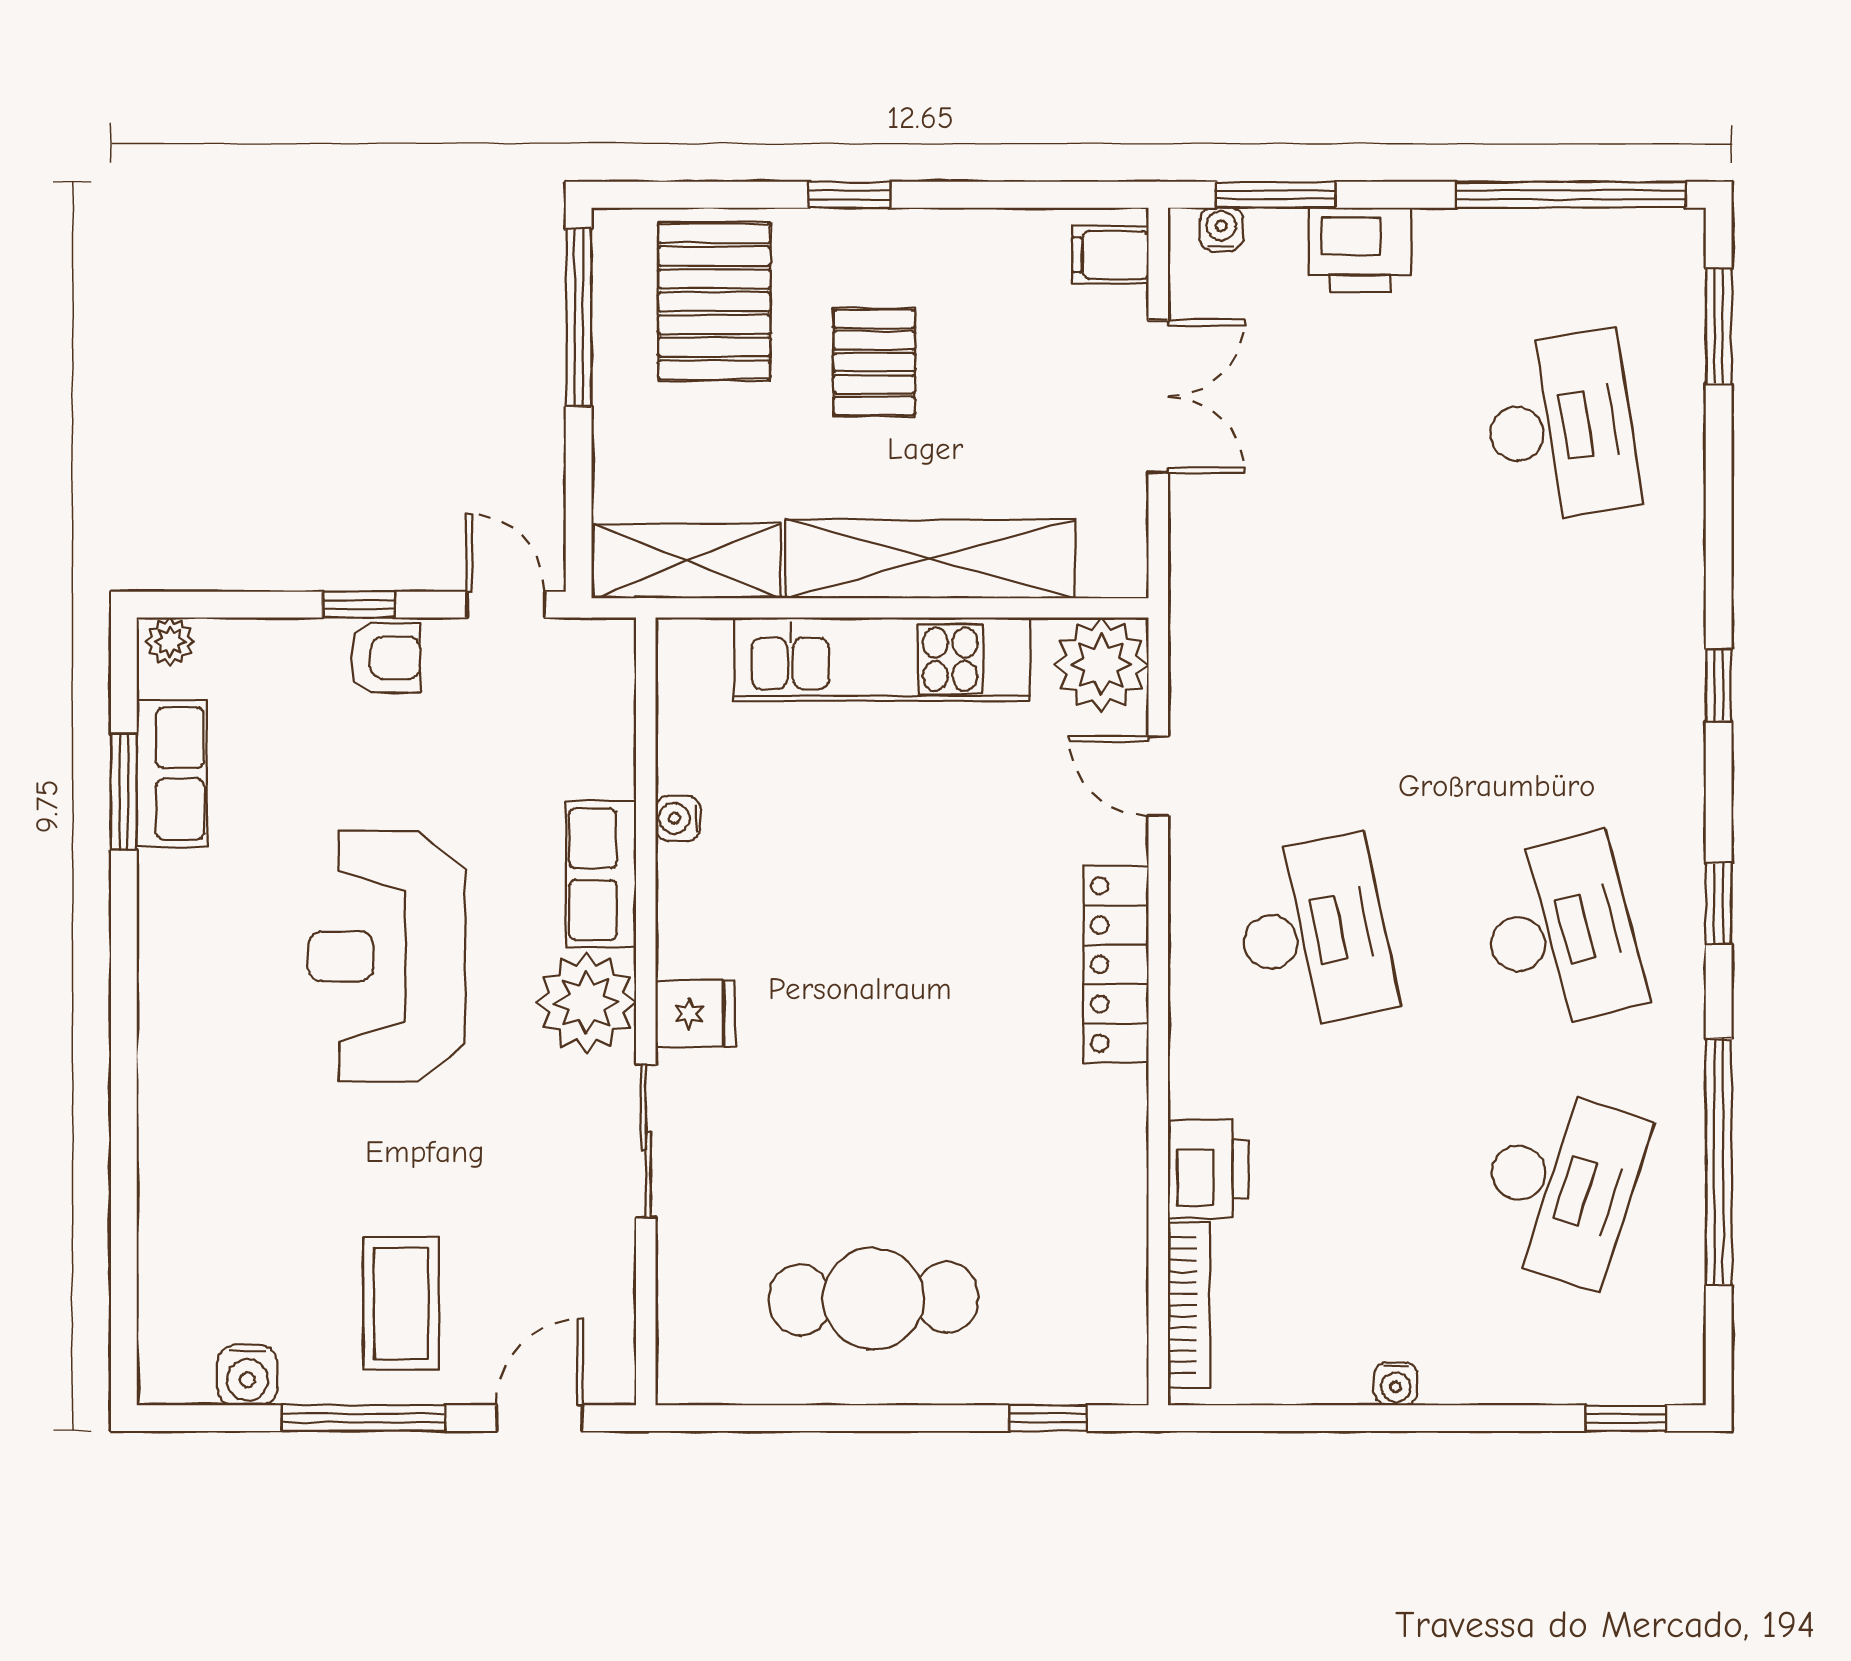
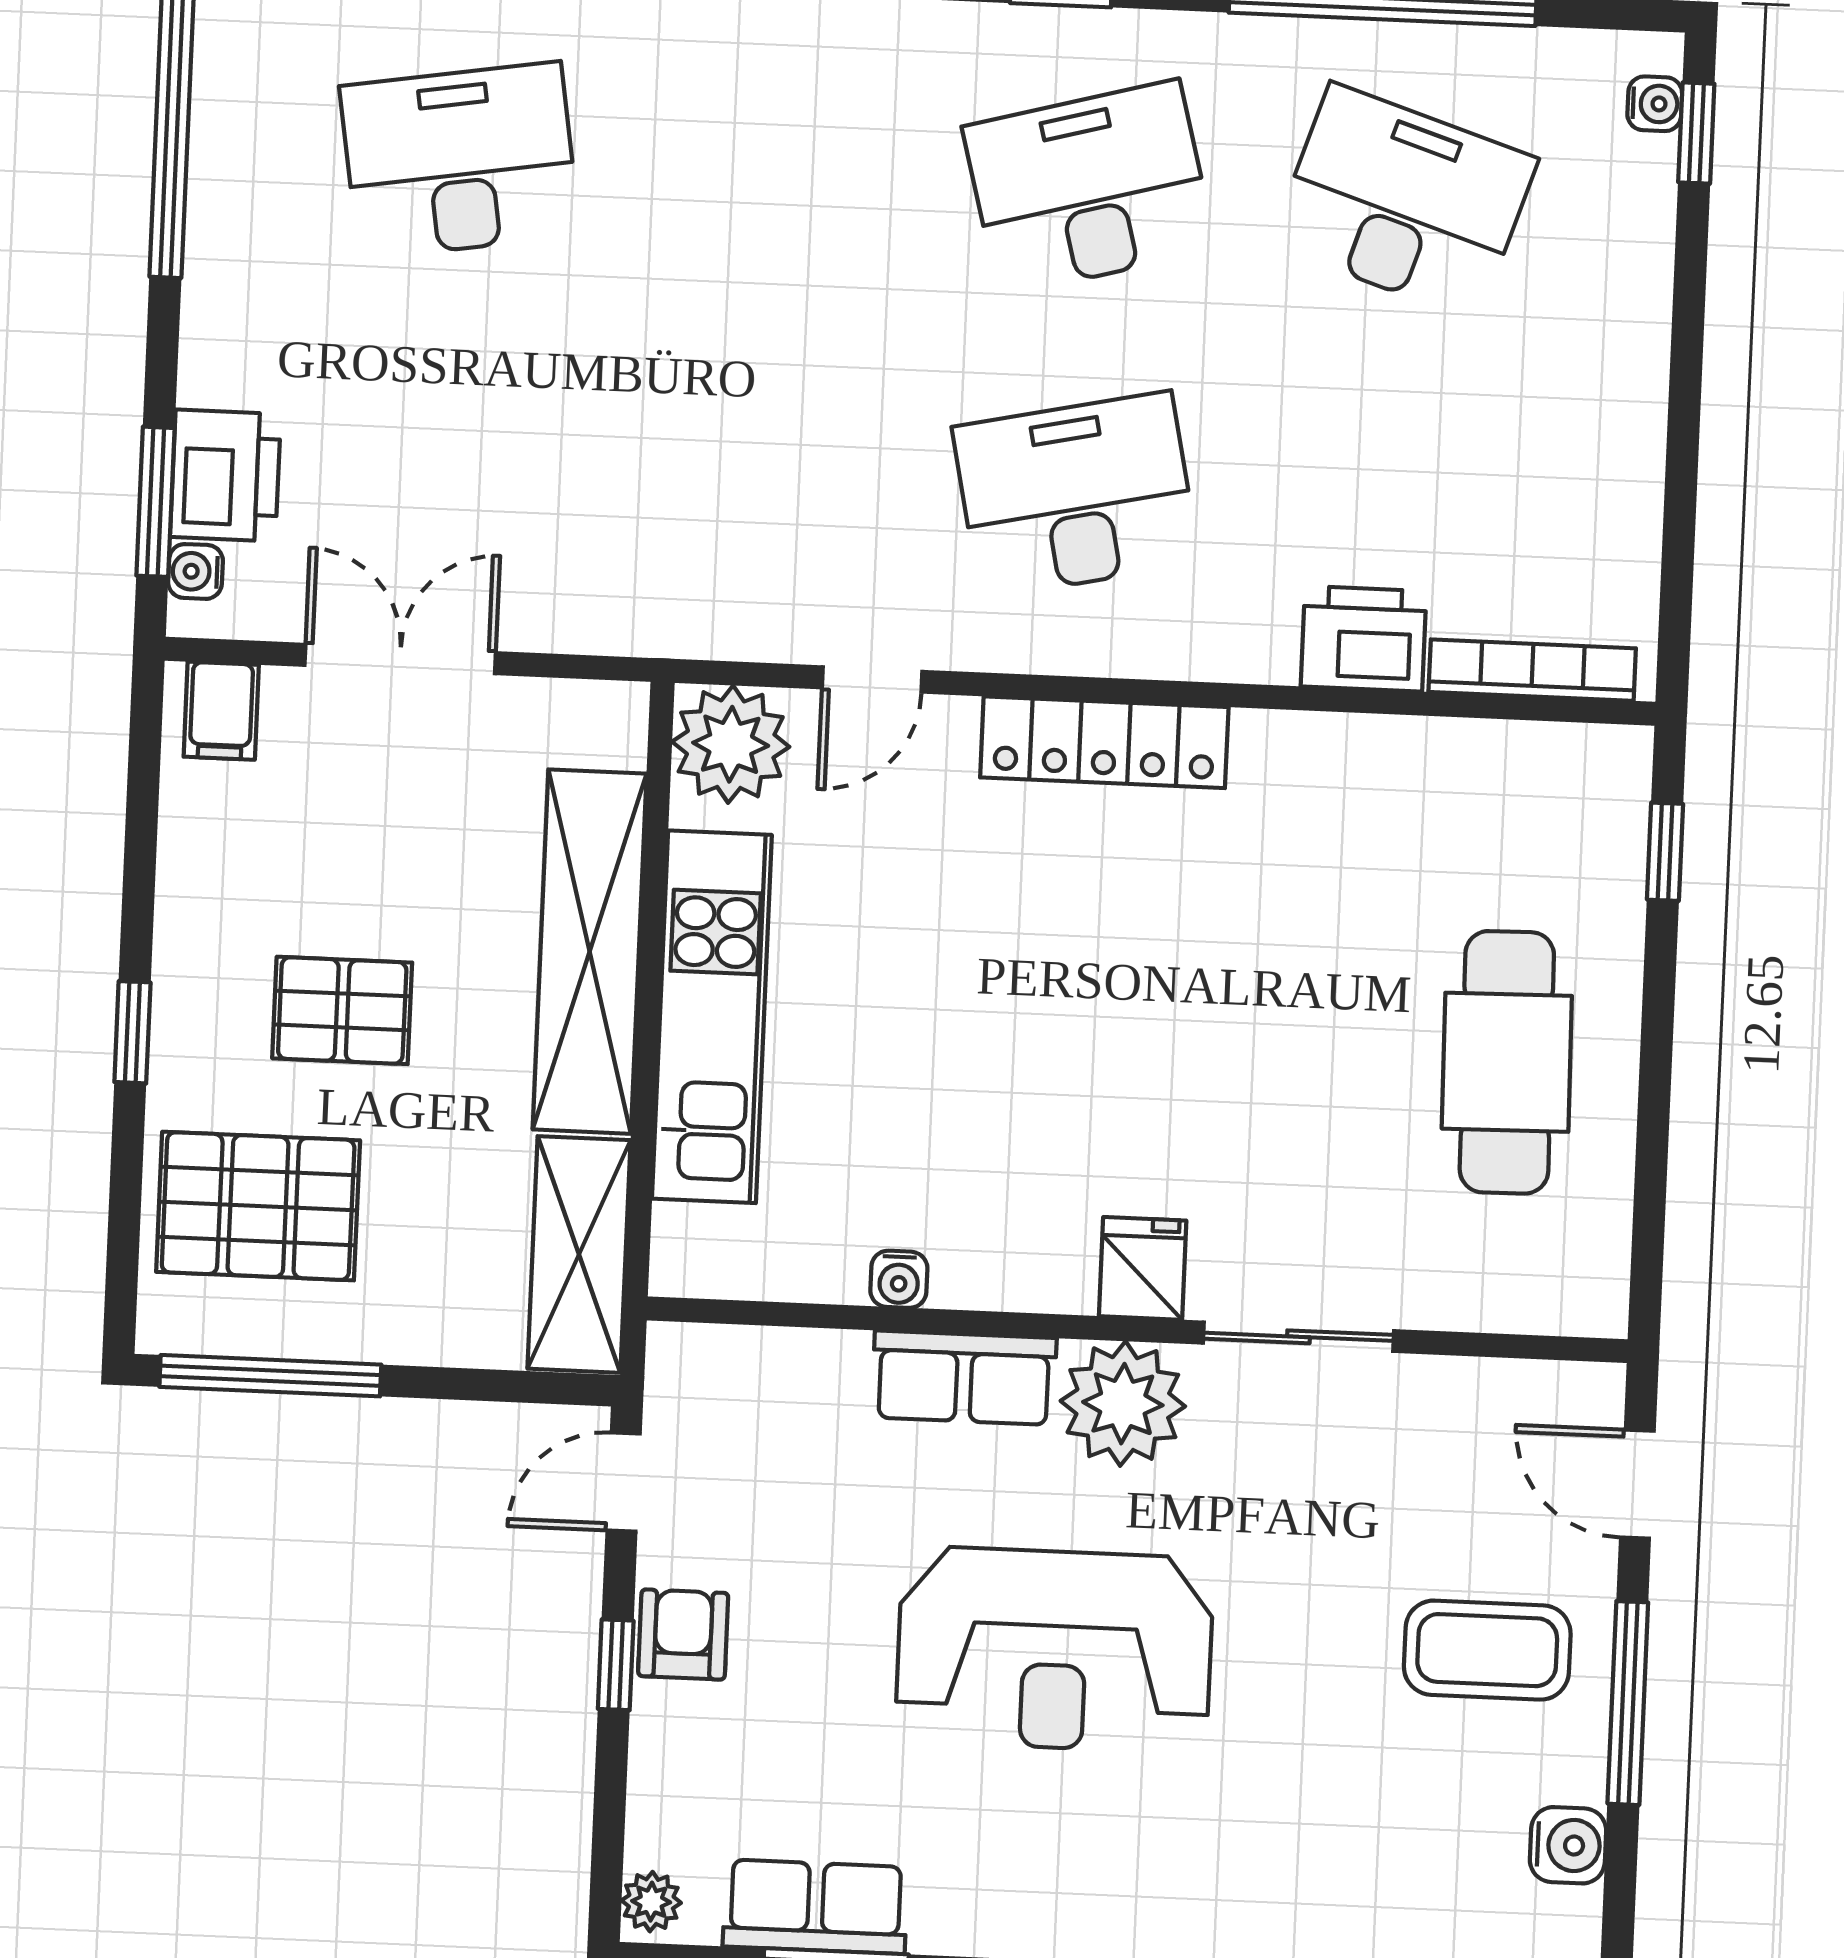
printer: (1360, 250) -> (225, 476), moved
water cooler: (1396, 1384) -> (1655, 104), moved

